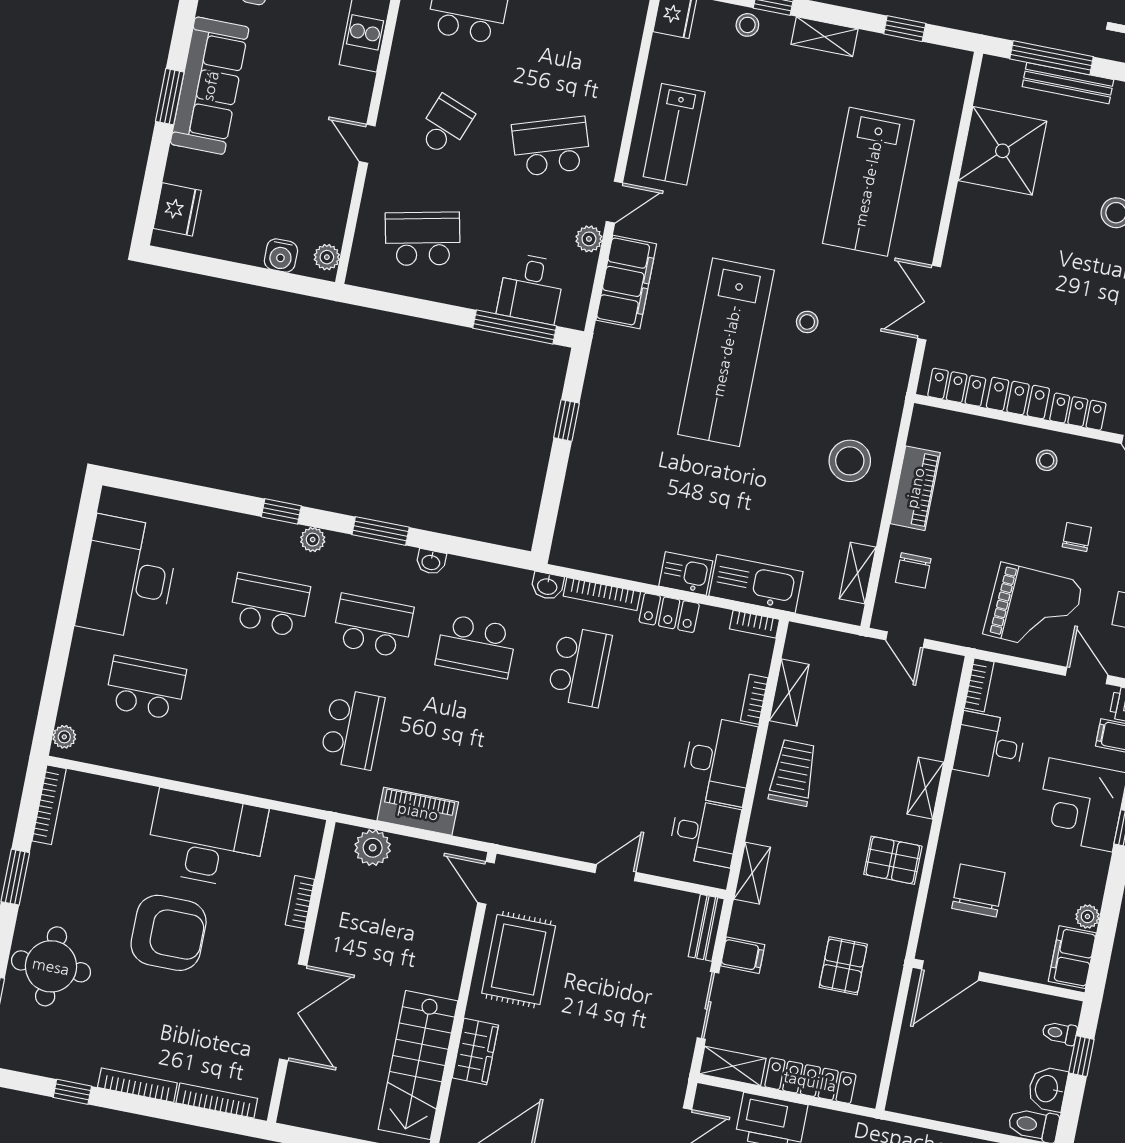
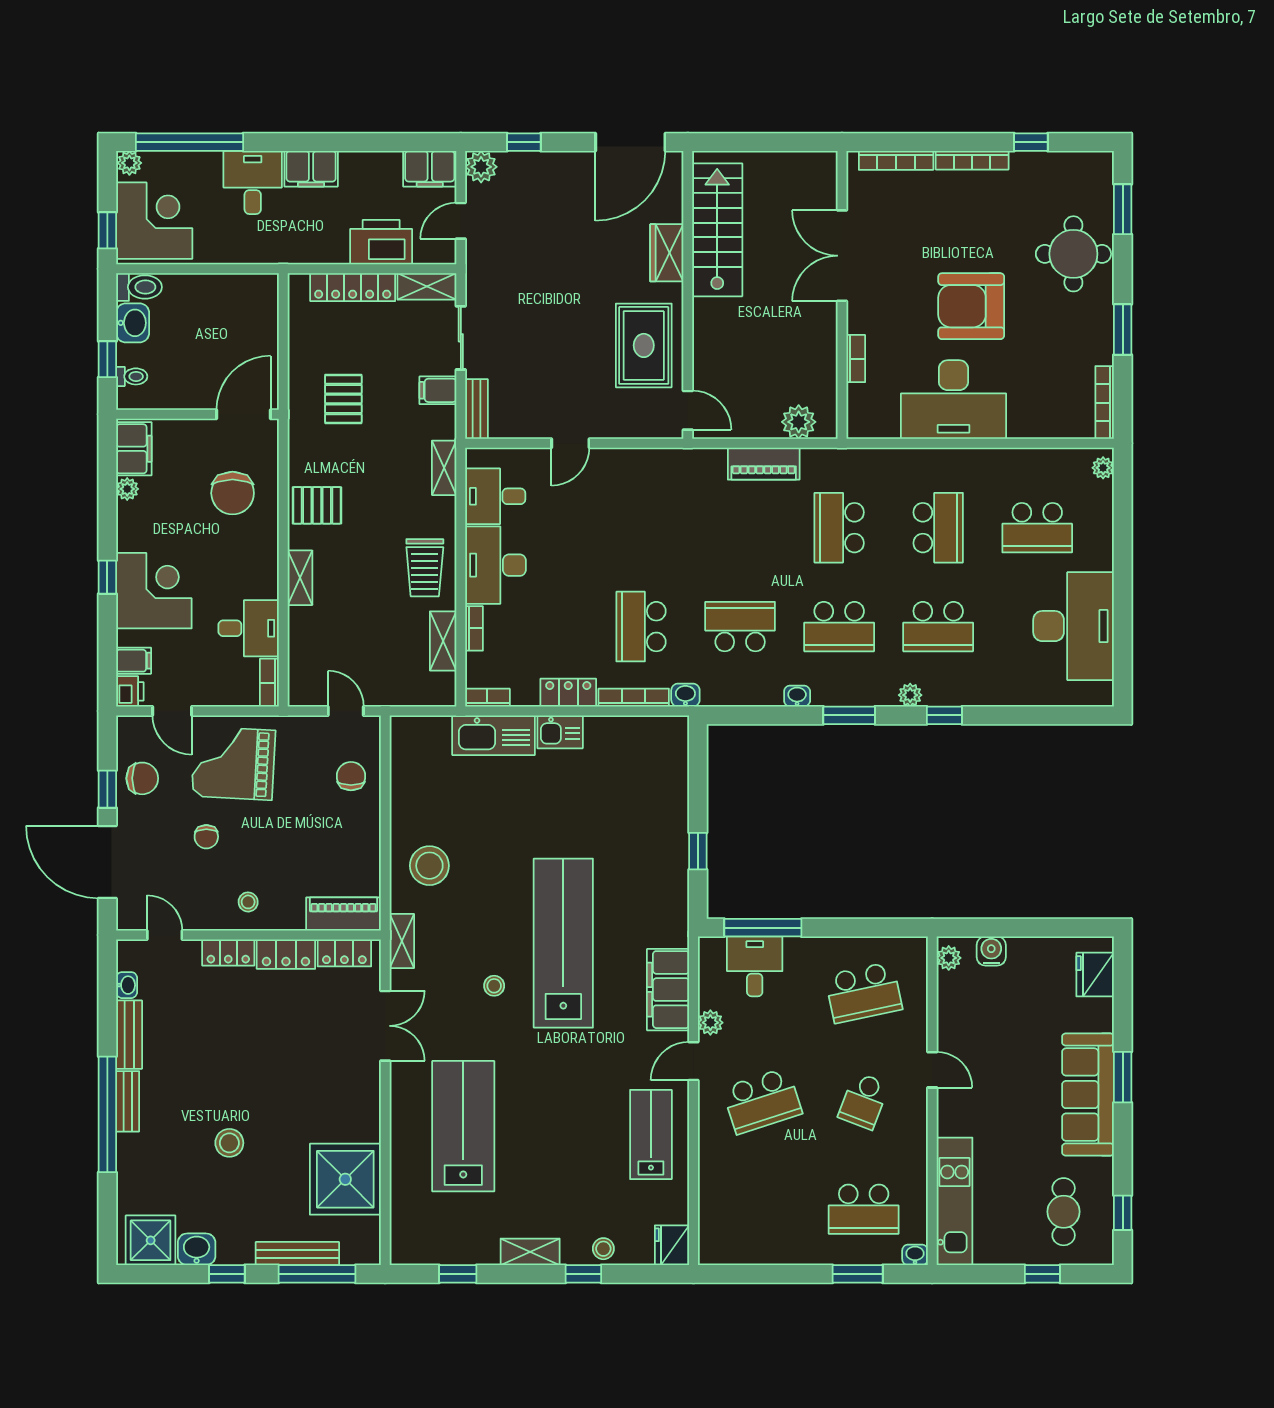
piano: (915, 488) -> (344, 914), moved, turned 90
shelving: (858, 573) -> (402, 941), moved
school desk: (249, 708) -> (938, 528), added

